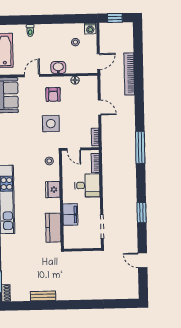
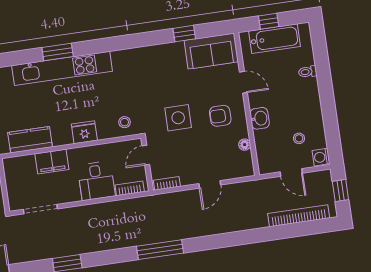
door: (99, 62) -> (291, 172), moved
bookcase: (129, 74) -> (299, 216), moved

